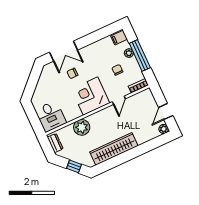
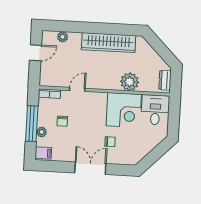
double door: (64, 51) -> (90, 168), moved
corner desk: (90, 96) -> (124, 110), moved
plant: (164, 129) -> (63, 37), moved
window: (74, 166) -> (159, 46), removed

